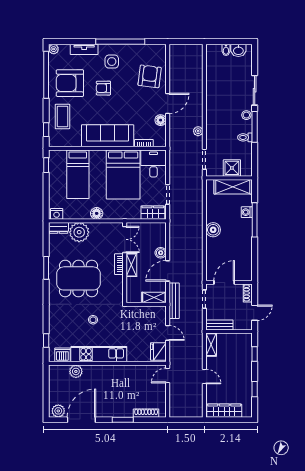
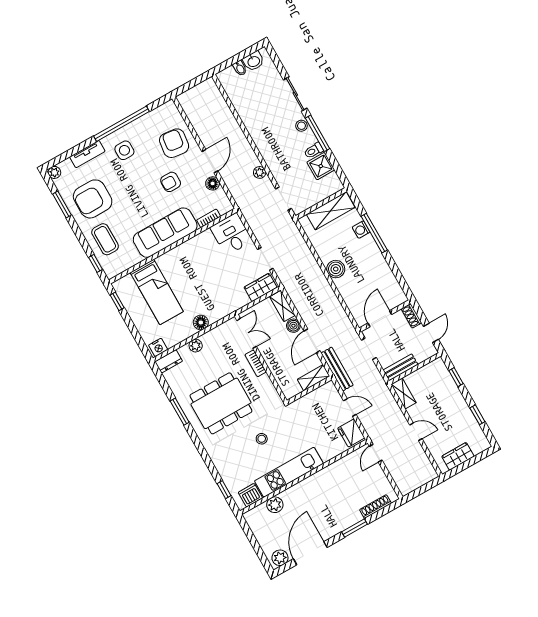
window: (46, 75) -> (62, 205), width x0.47
armchair: (103, 88) -> (171, 182), moved
shower: (232, 168) -> (321, 166), moved
bed: (123, 175) -> (206, 265), removed
plant: (79, 232) -> (196, 346), width x0.53, depth x0.53
shelving: (131, 265) -> (282, 306), moved
wardrobe: (224, 411) -> (458, 456), width x0.67

